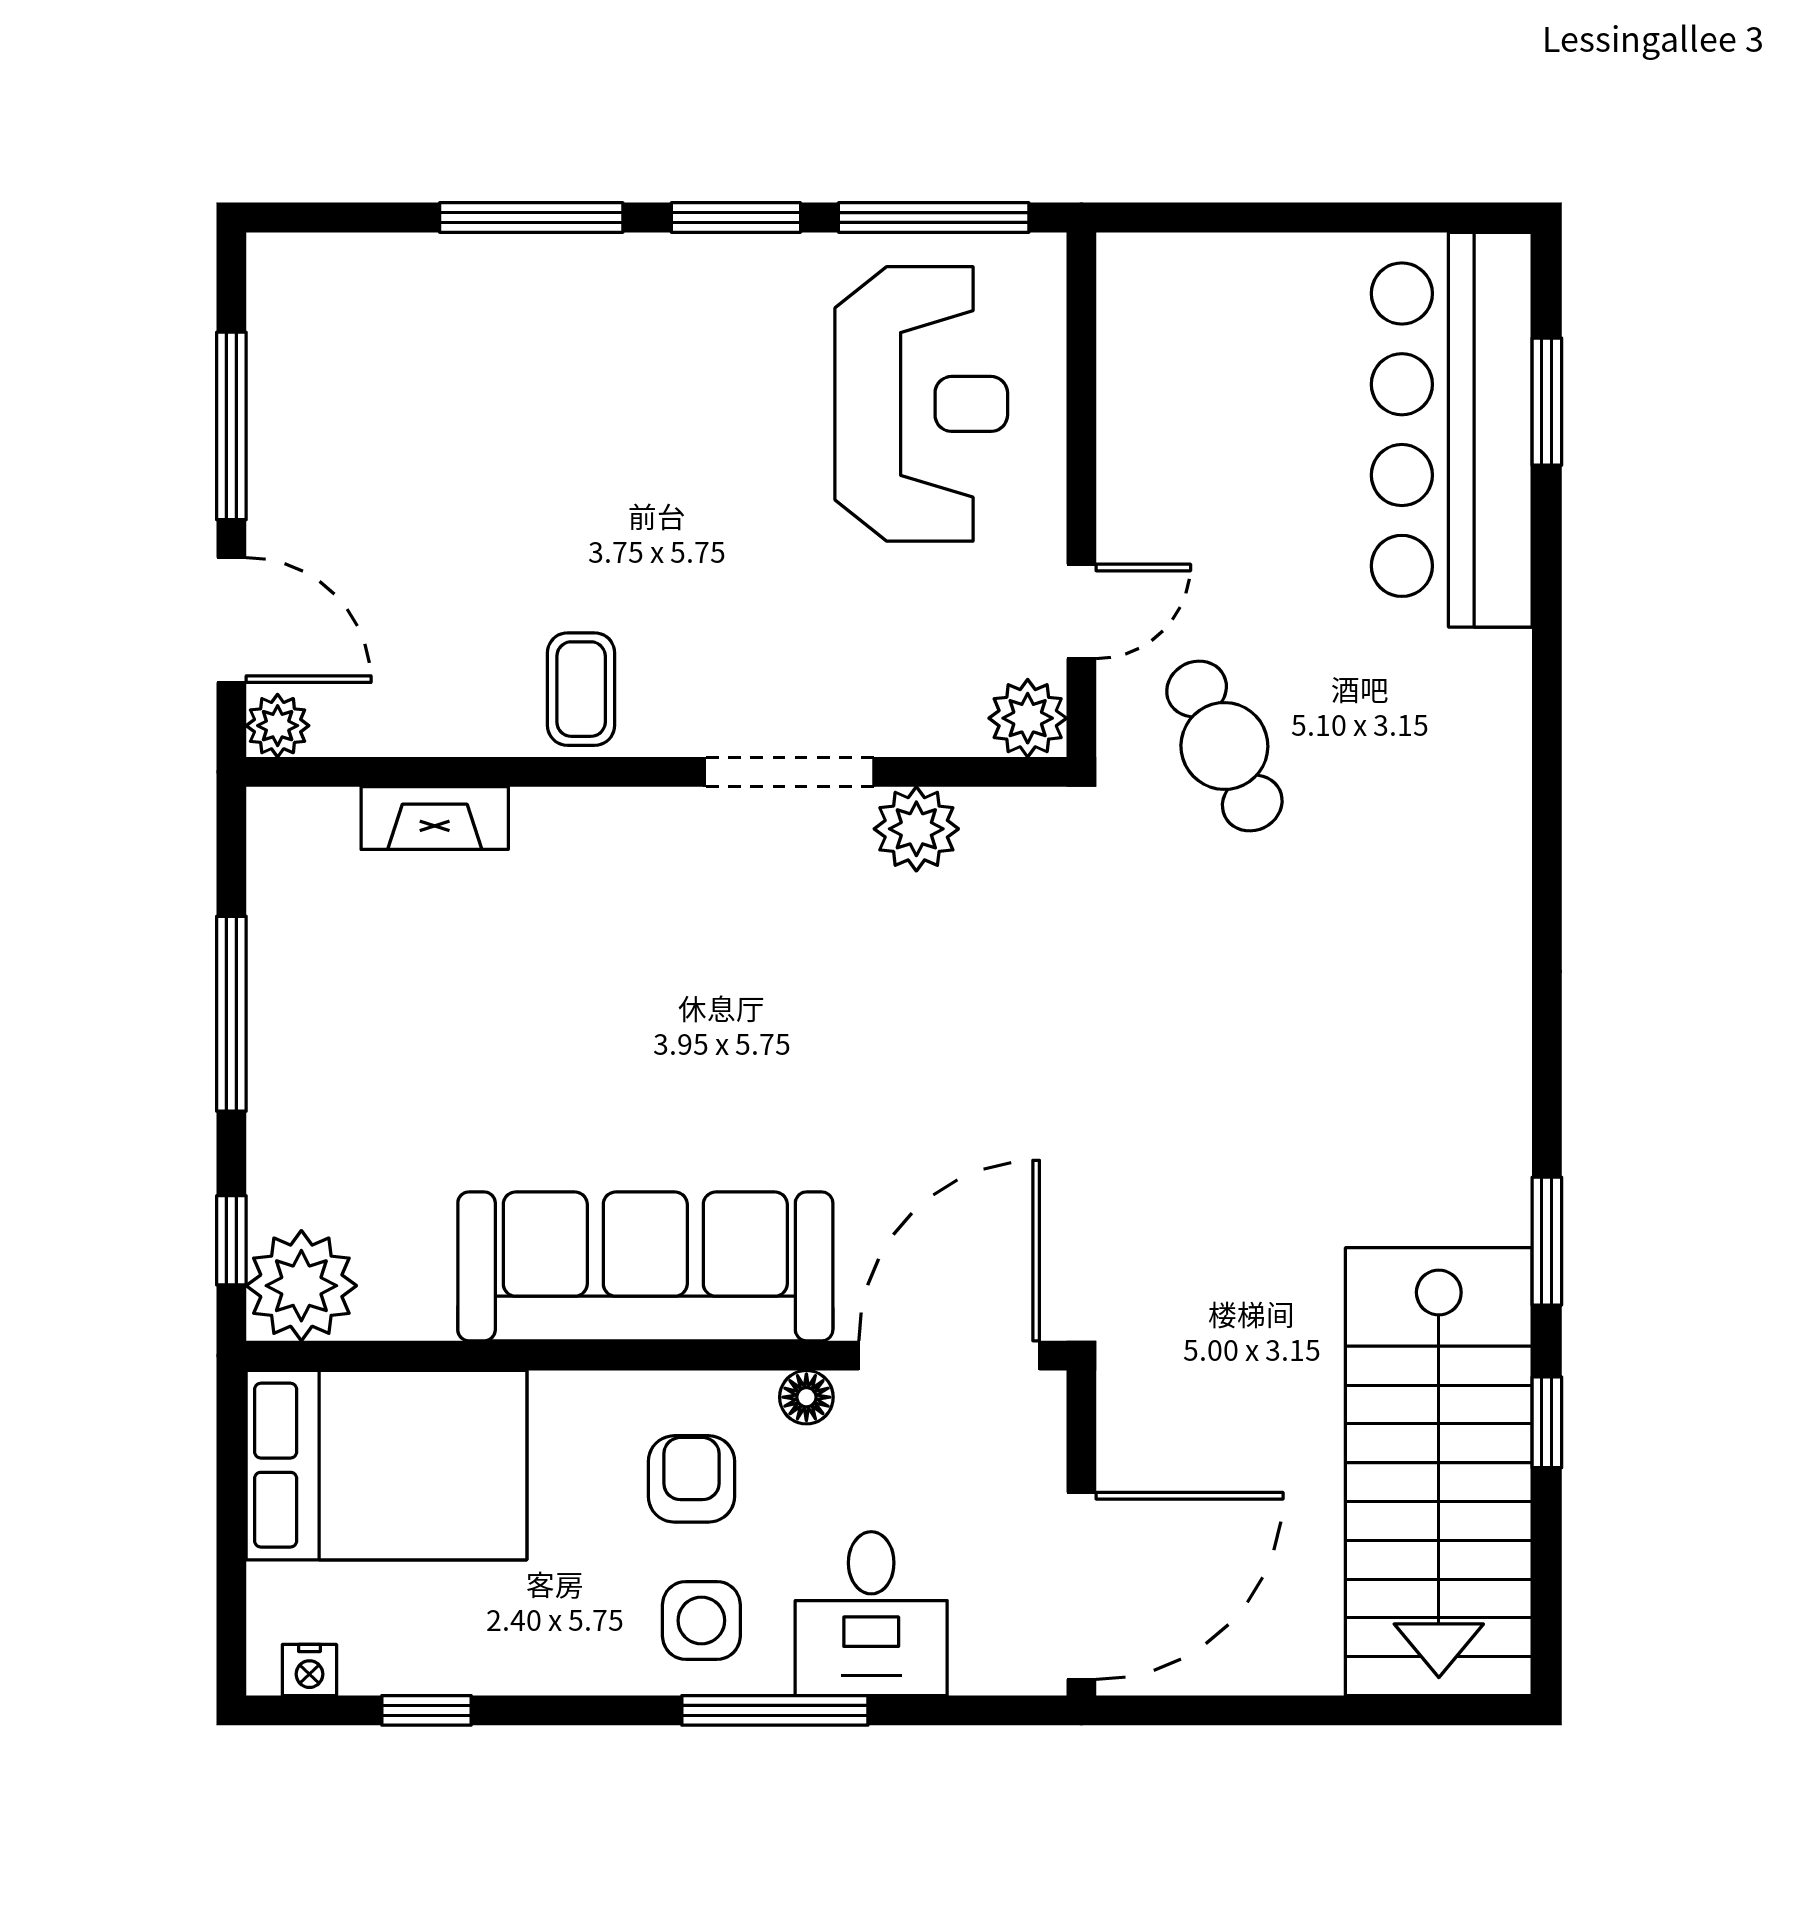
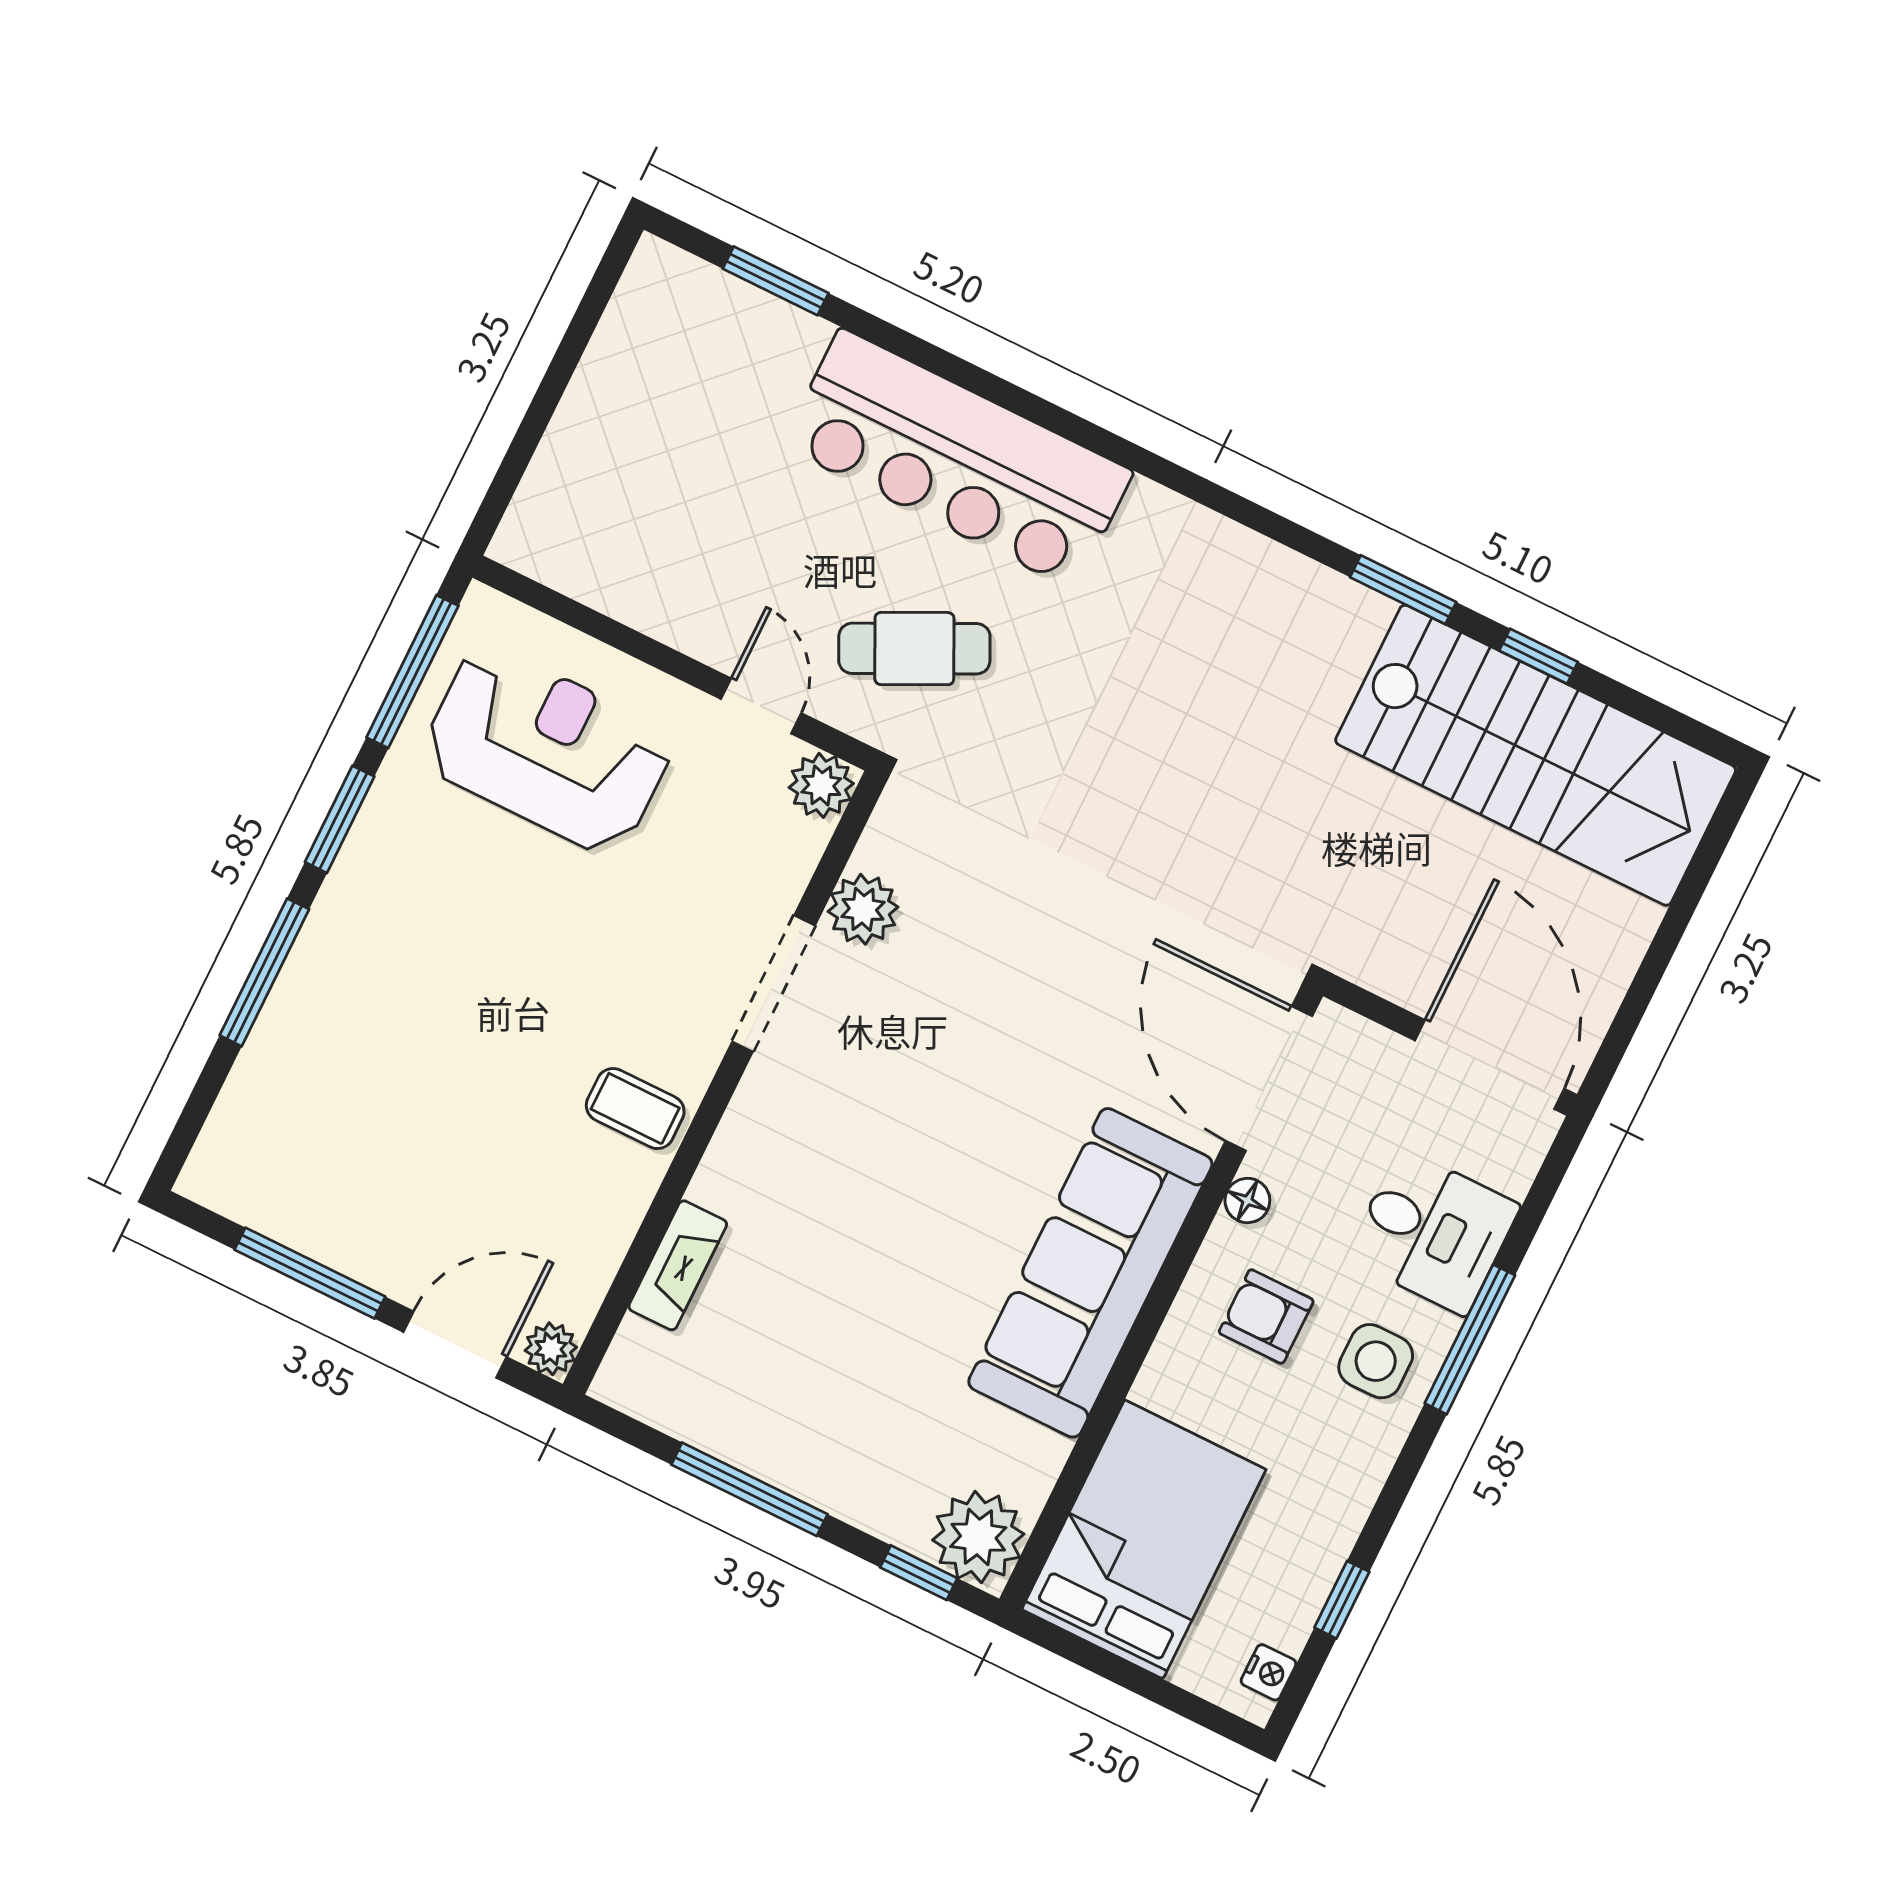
bar counter: (1452, 430) -> (958, 459), moved

